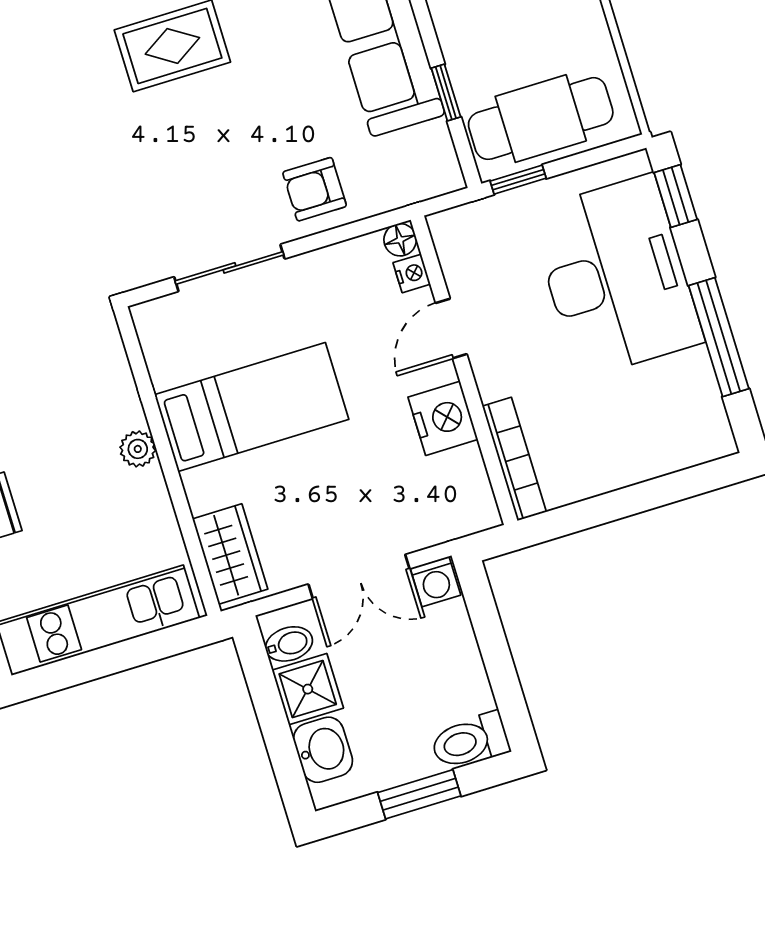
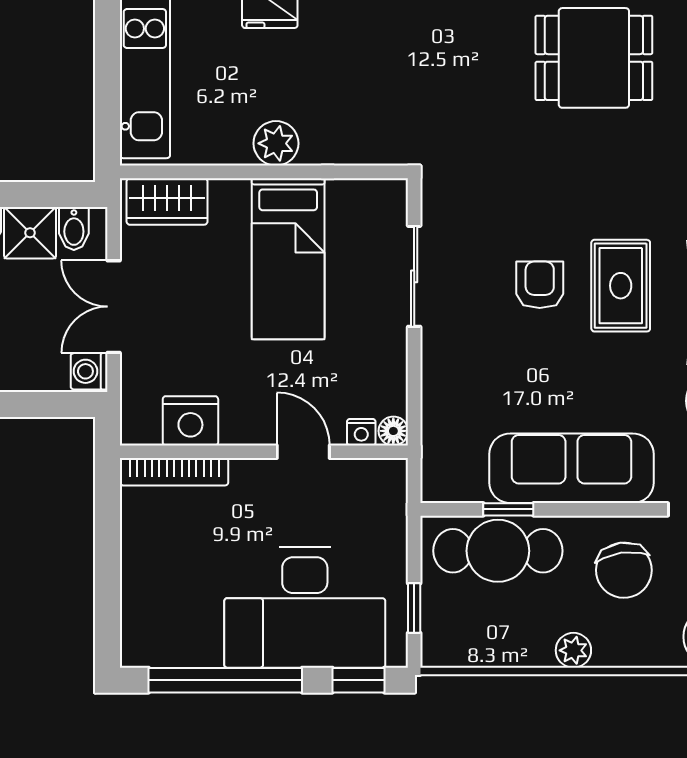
cafe table: (541, 119) -> (498, 551), moved, turned 90
window: (518, 180) -> (414, 608), moved
armchair: (315, 189) -> (540, 285), moved
window: (719, 337) -> (225, 680), width x1.46
nightstand: (443, 418) -> (190, 421), moved
plant: (138, 449) -> (276, 143), width x1.38, depth x1.38

